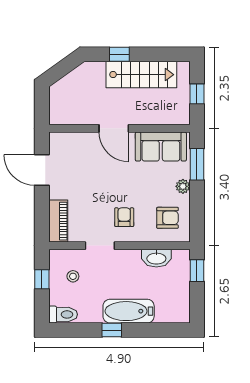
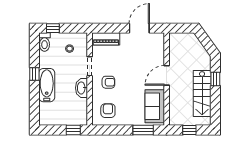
plant: (183, 186) -> (129, 121), removed
armchair: (167, 218) -> (108, 111), turned 180
washbasin: (156, 258) -> (82, 88), moved
window: (42, 279) -> (53, 28), moved

